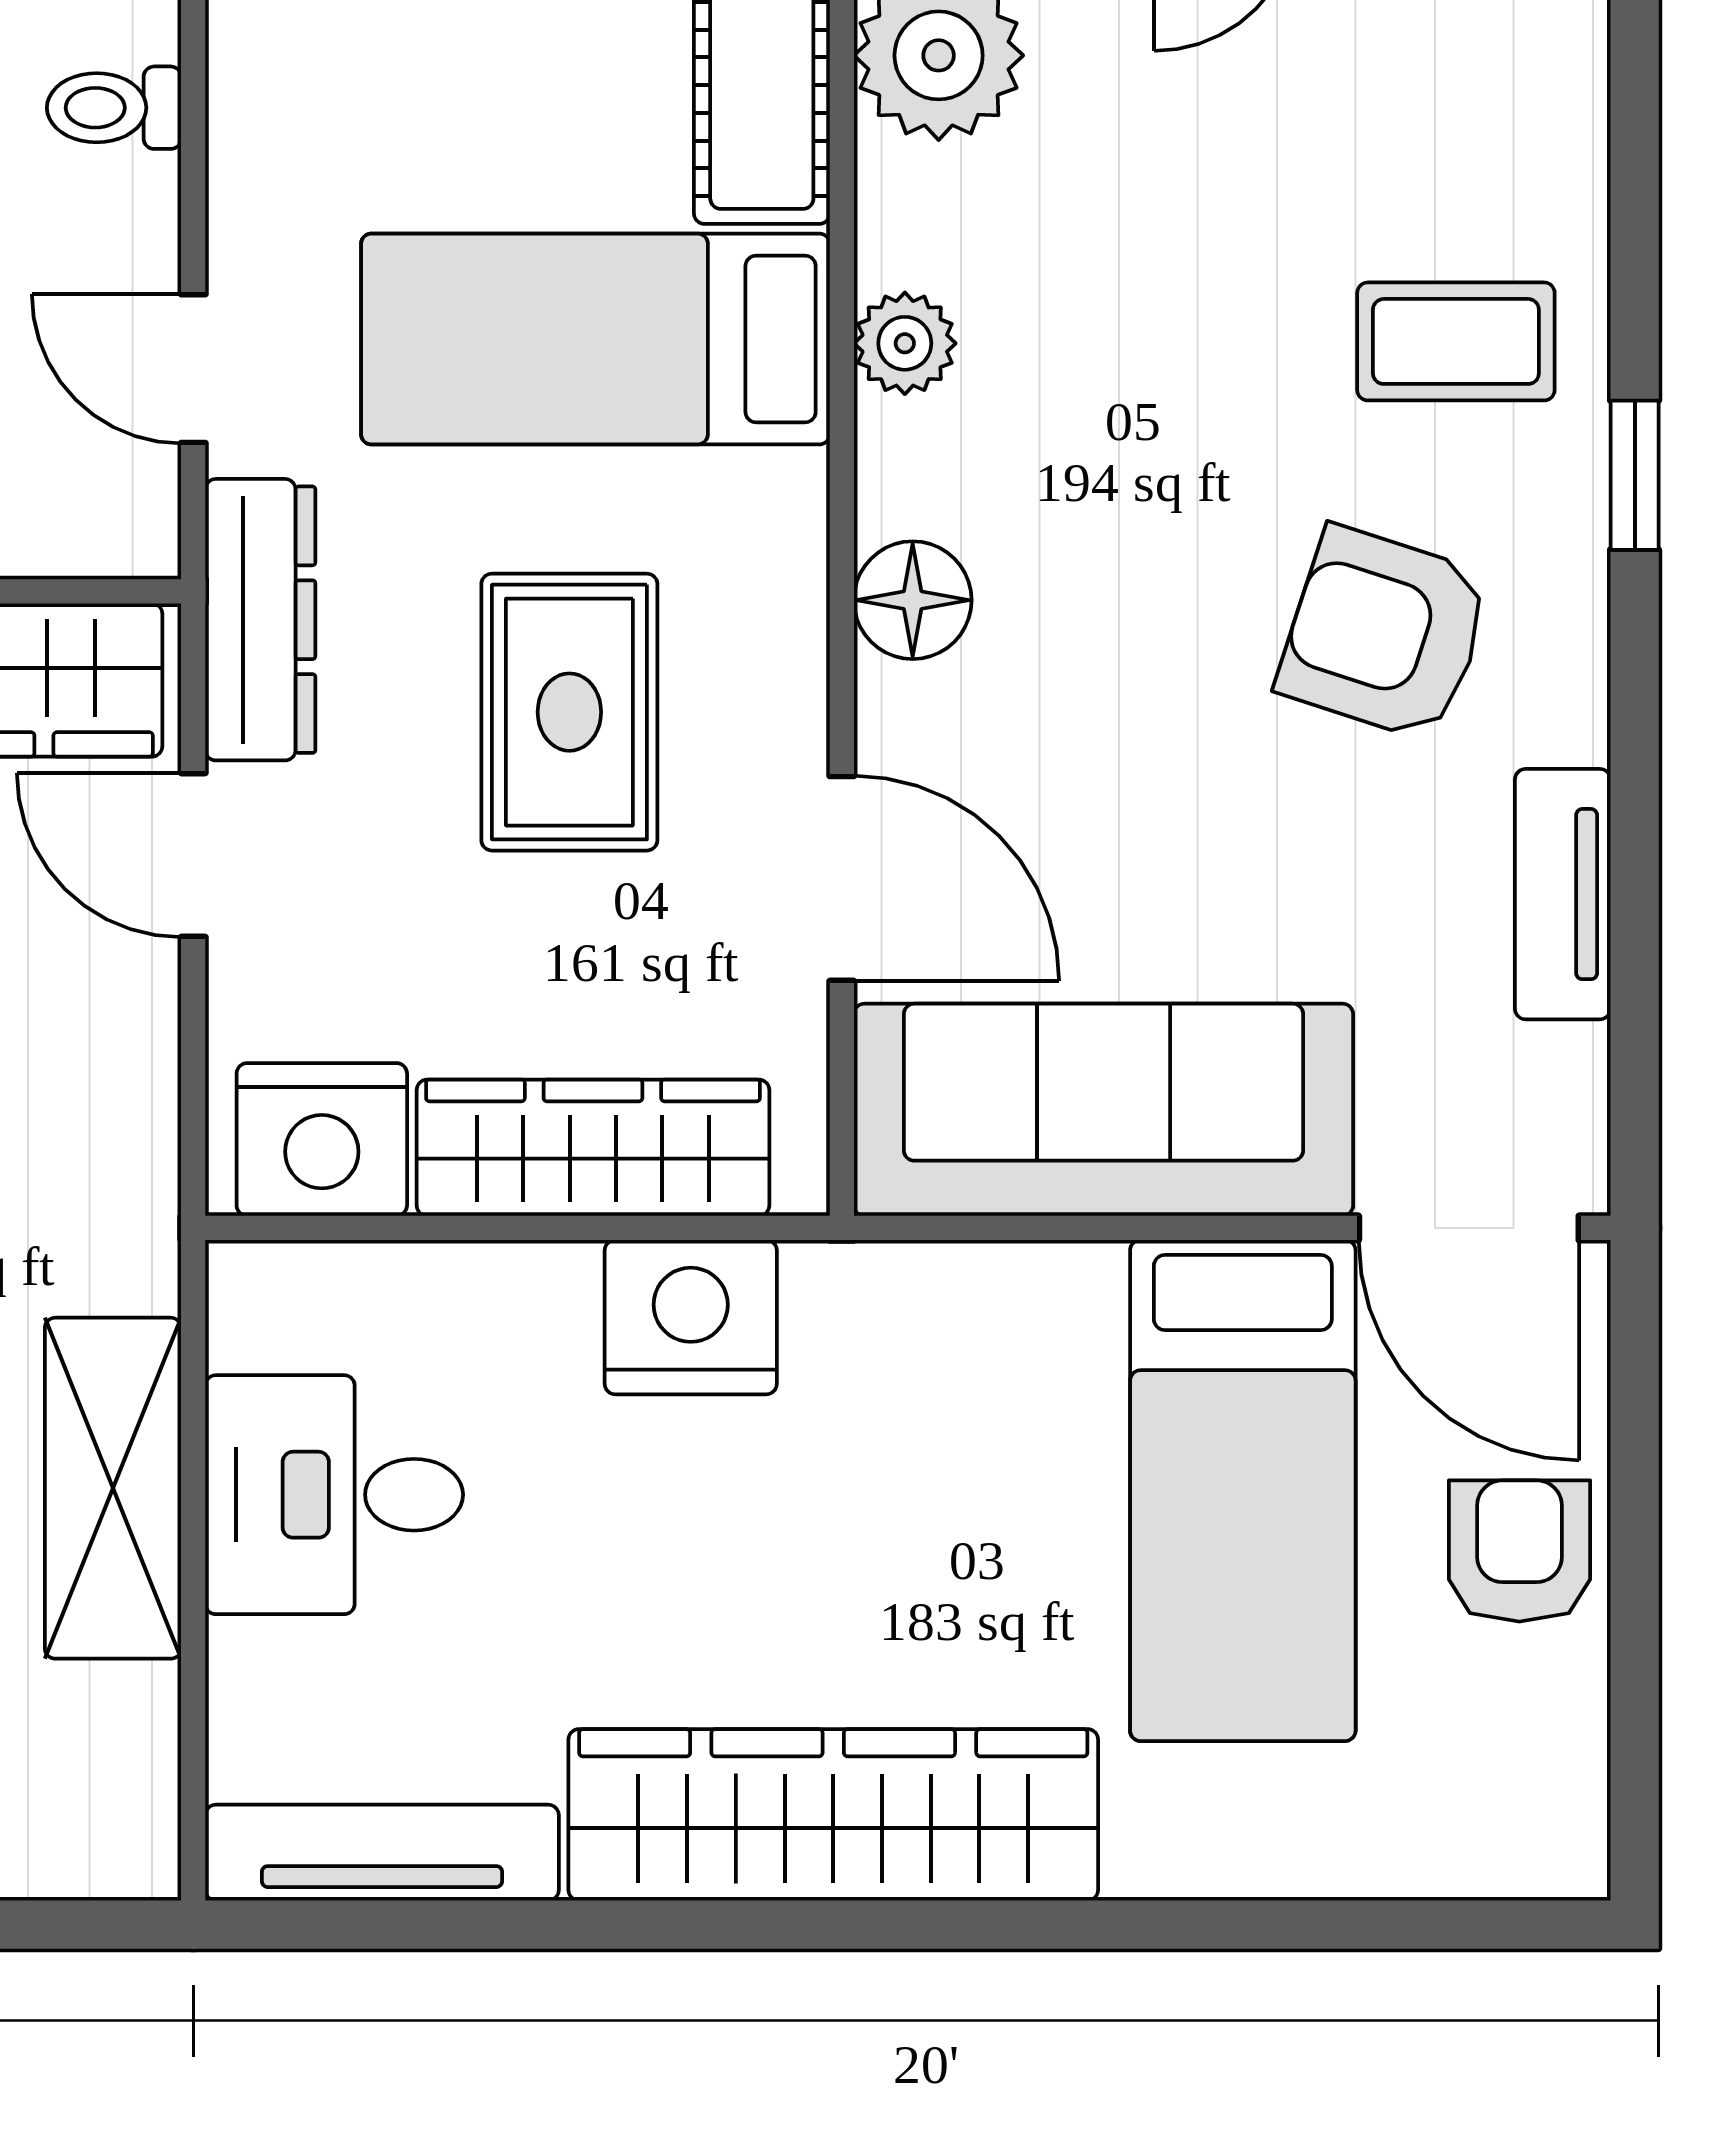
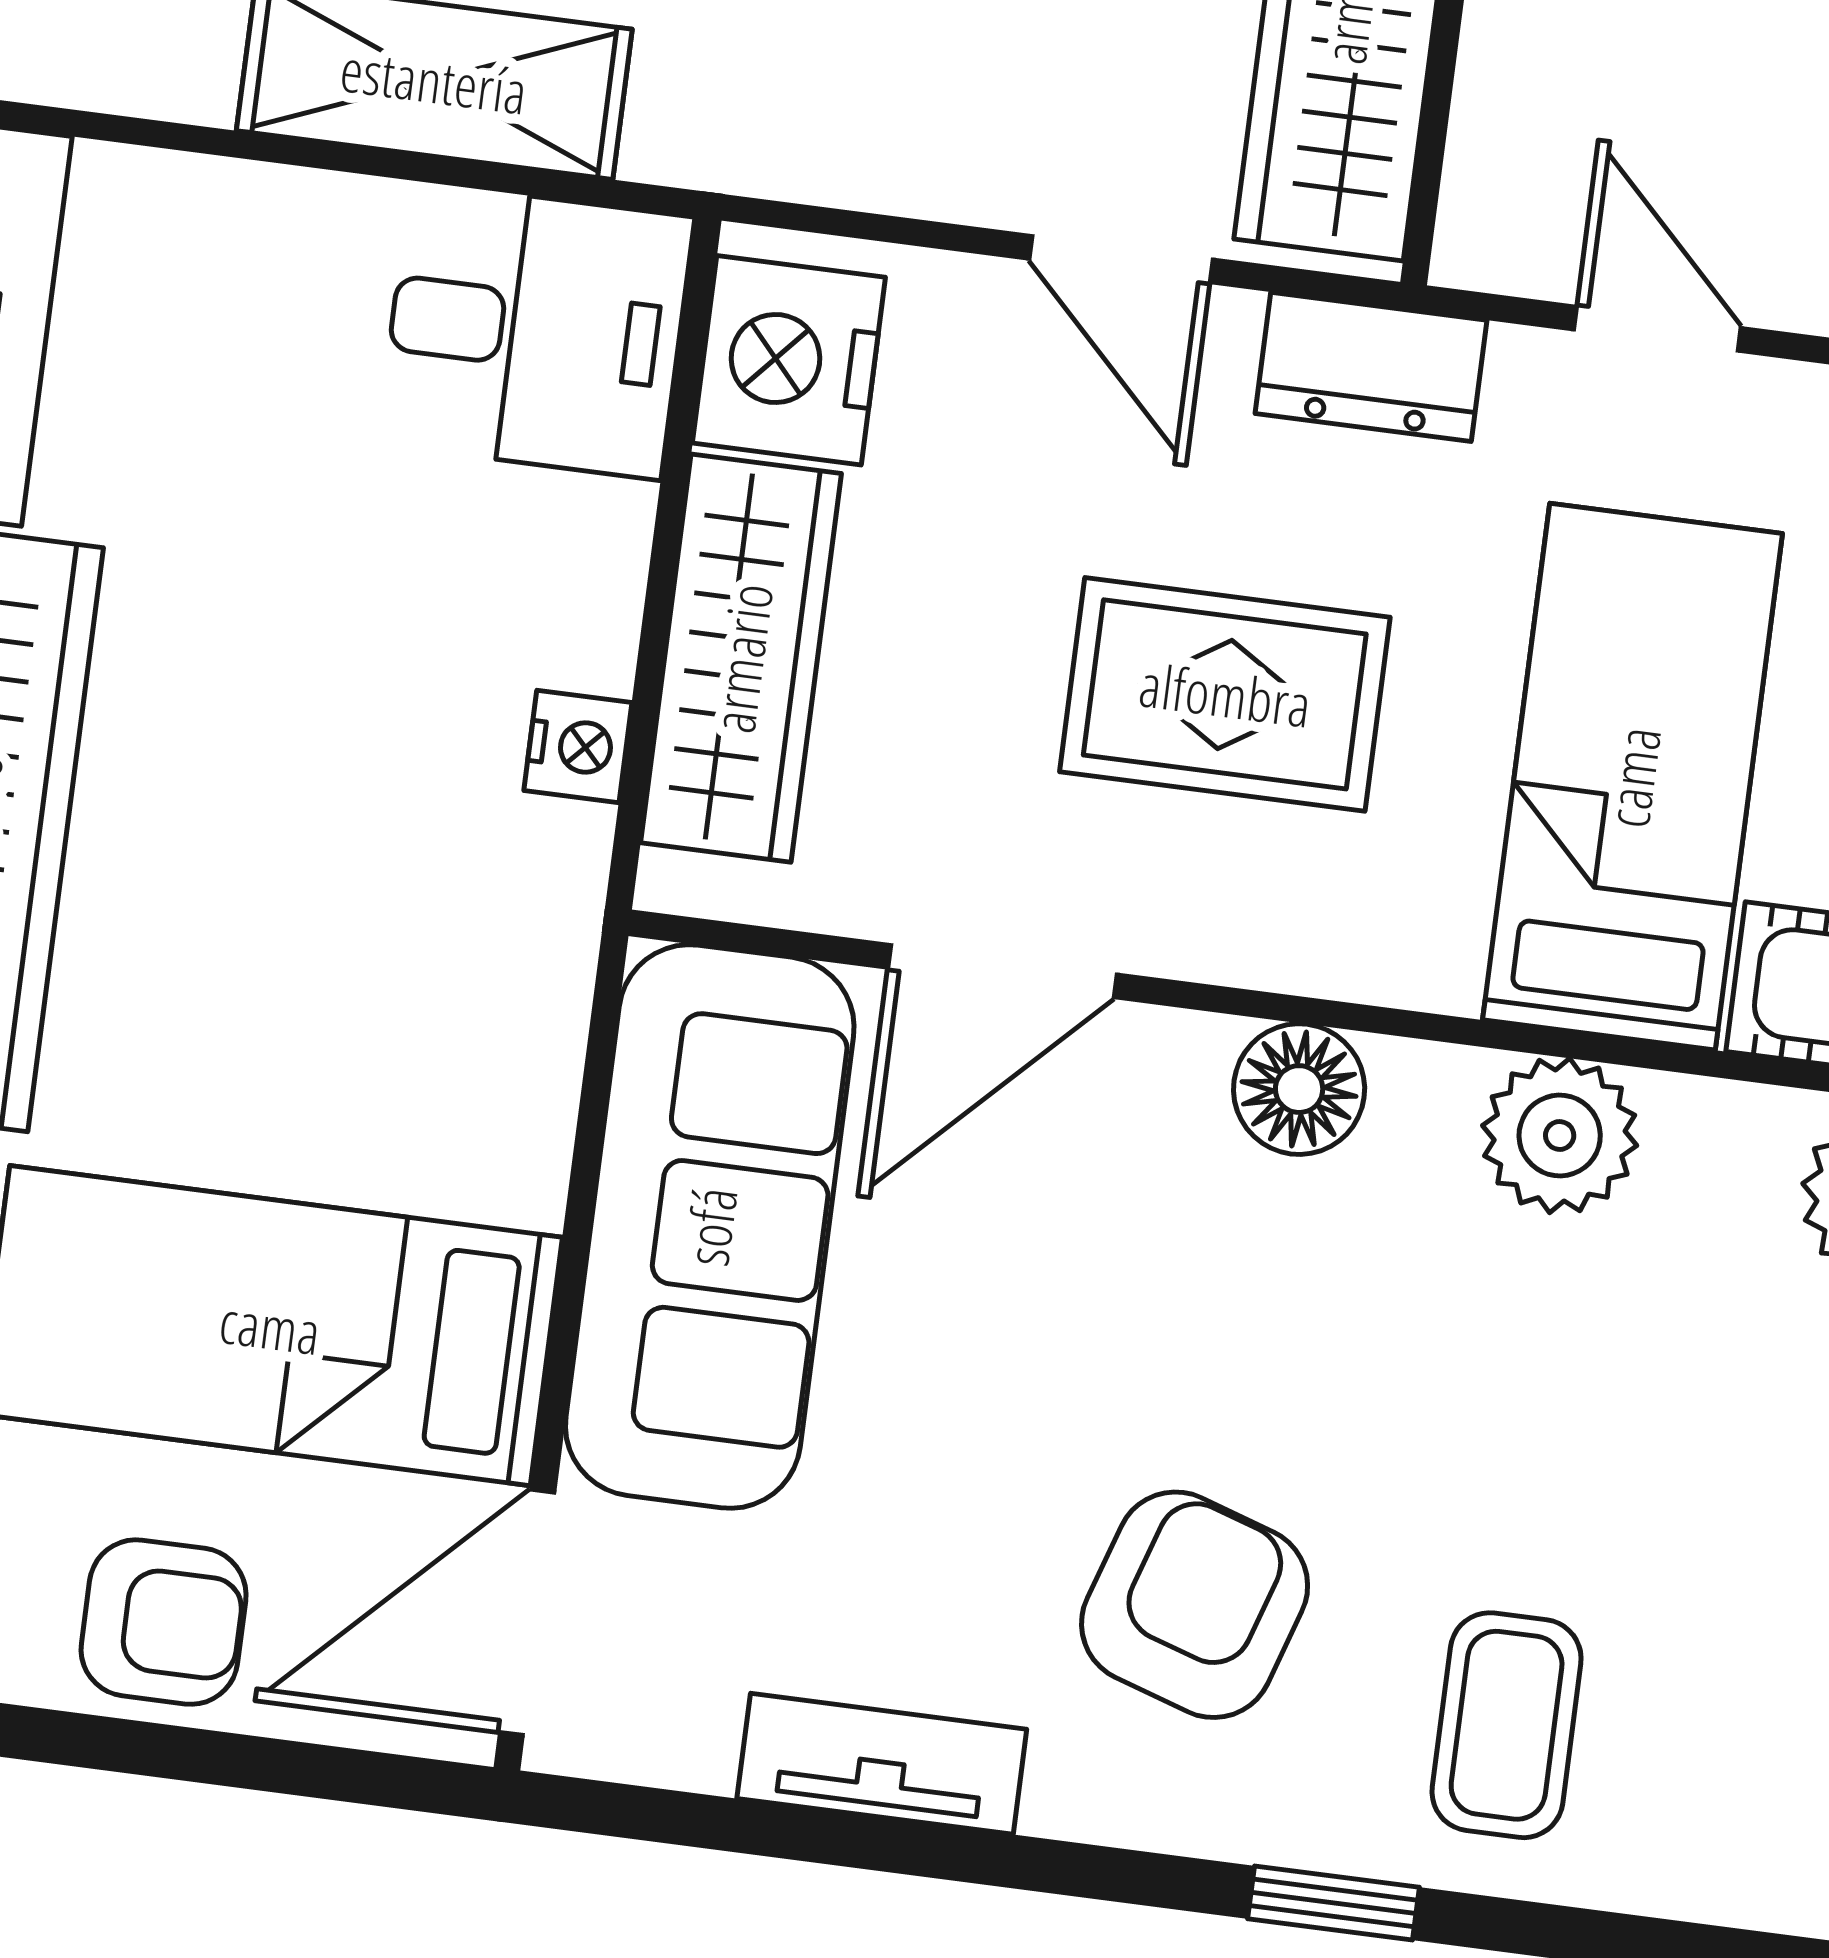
plant: (905, 343) -> (1560, 1136), width x1.38, depth x1.38
door: (193, 369) -> (1657, 329), hinge flipped
dresser: (260, 620) -> (1371, 367), width x0.70
door: (193, 855) -> (1121, 259), swing flipped
nightstand: (691, 1317) -> (578, 746), width x0.53, depth x0.56
desk: (334, 1495) -> (536, 331), moved, turned 90

